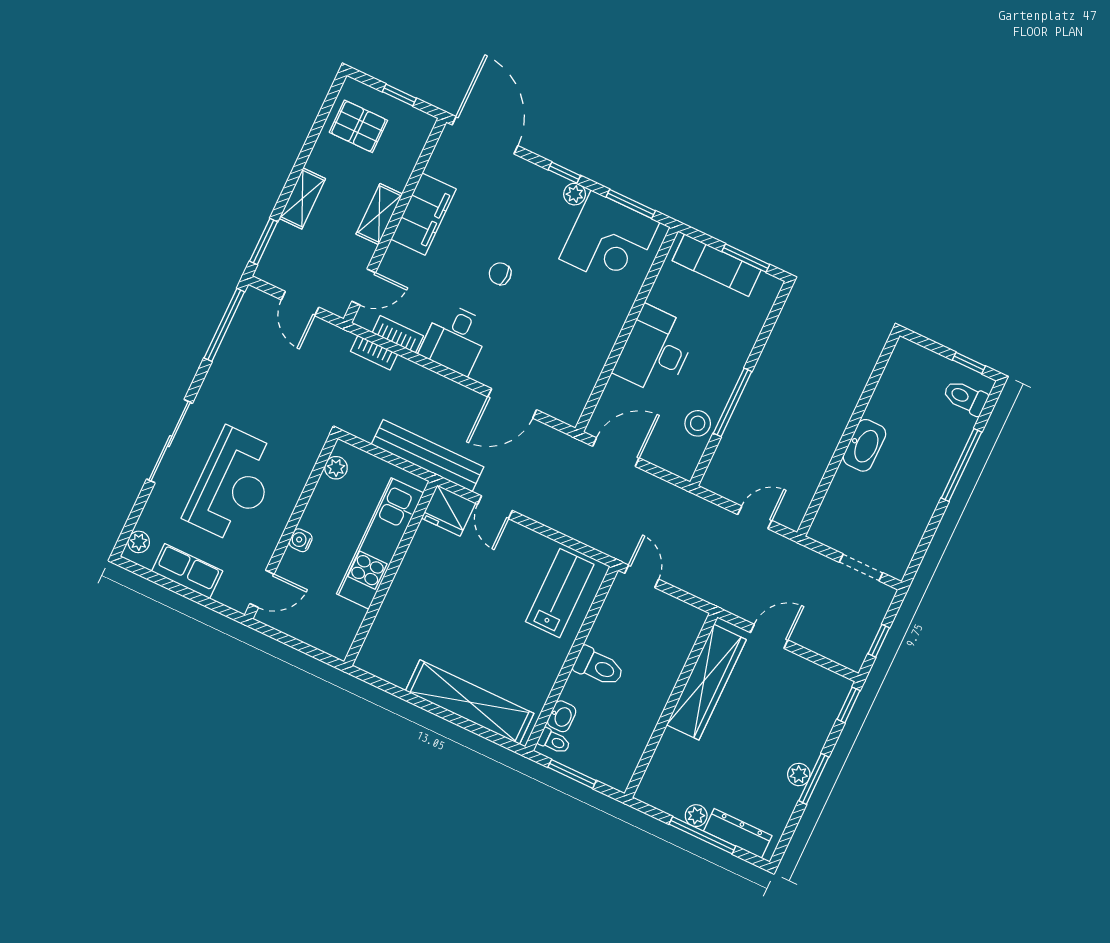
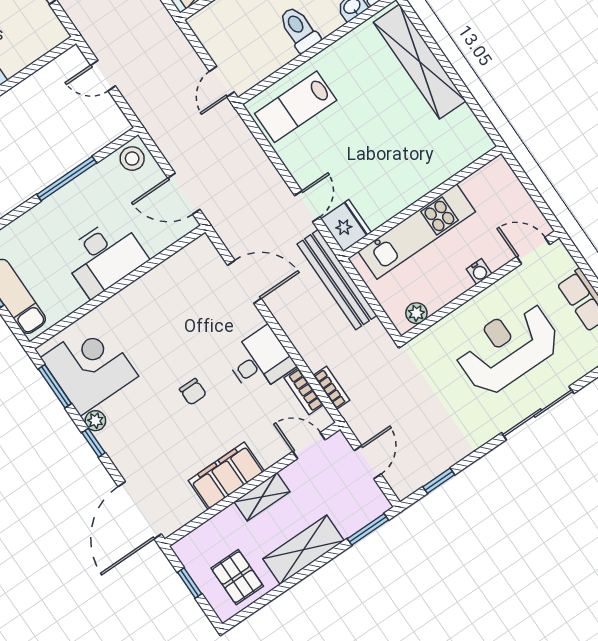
shelving: (302, 198) -> (304, 550), width x1.50, depth x1.33
window: (224, 325) -> (439, 481), width x0.46
stool: (698, 423) -> (132, 159), moved

